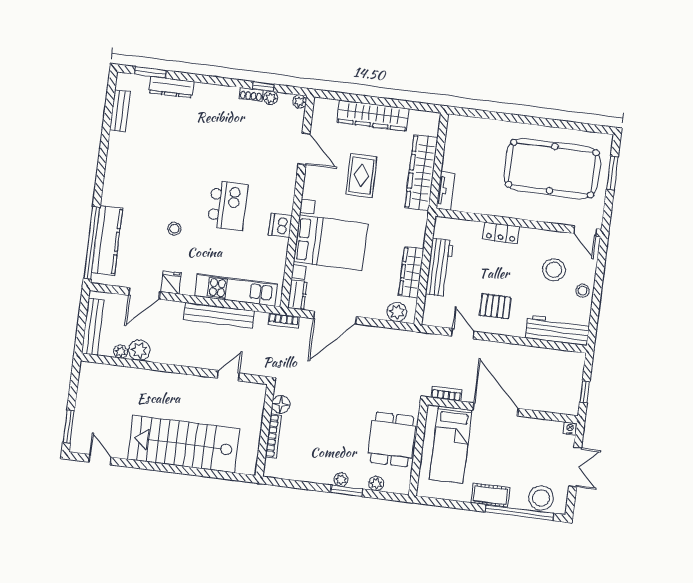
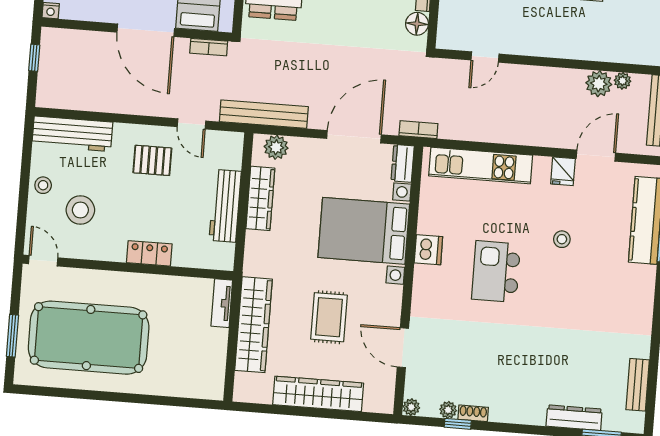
bench: (219, 315) -> (264, 114), moved

